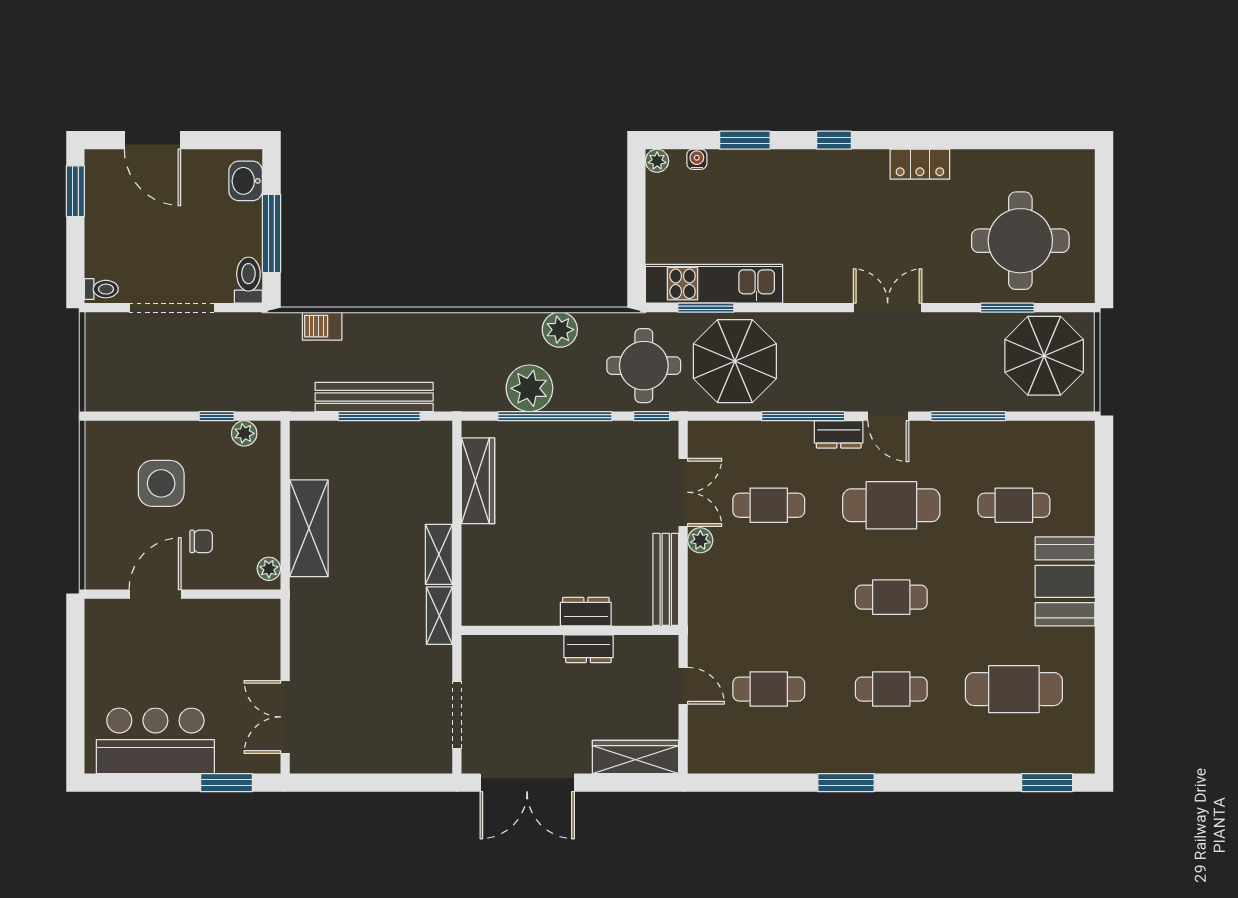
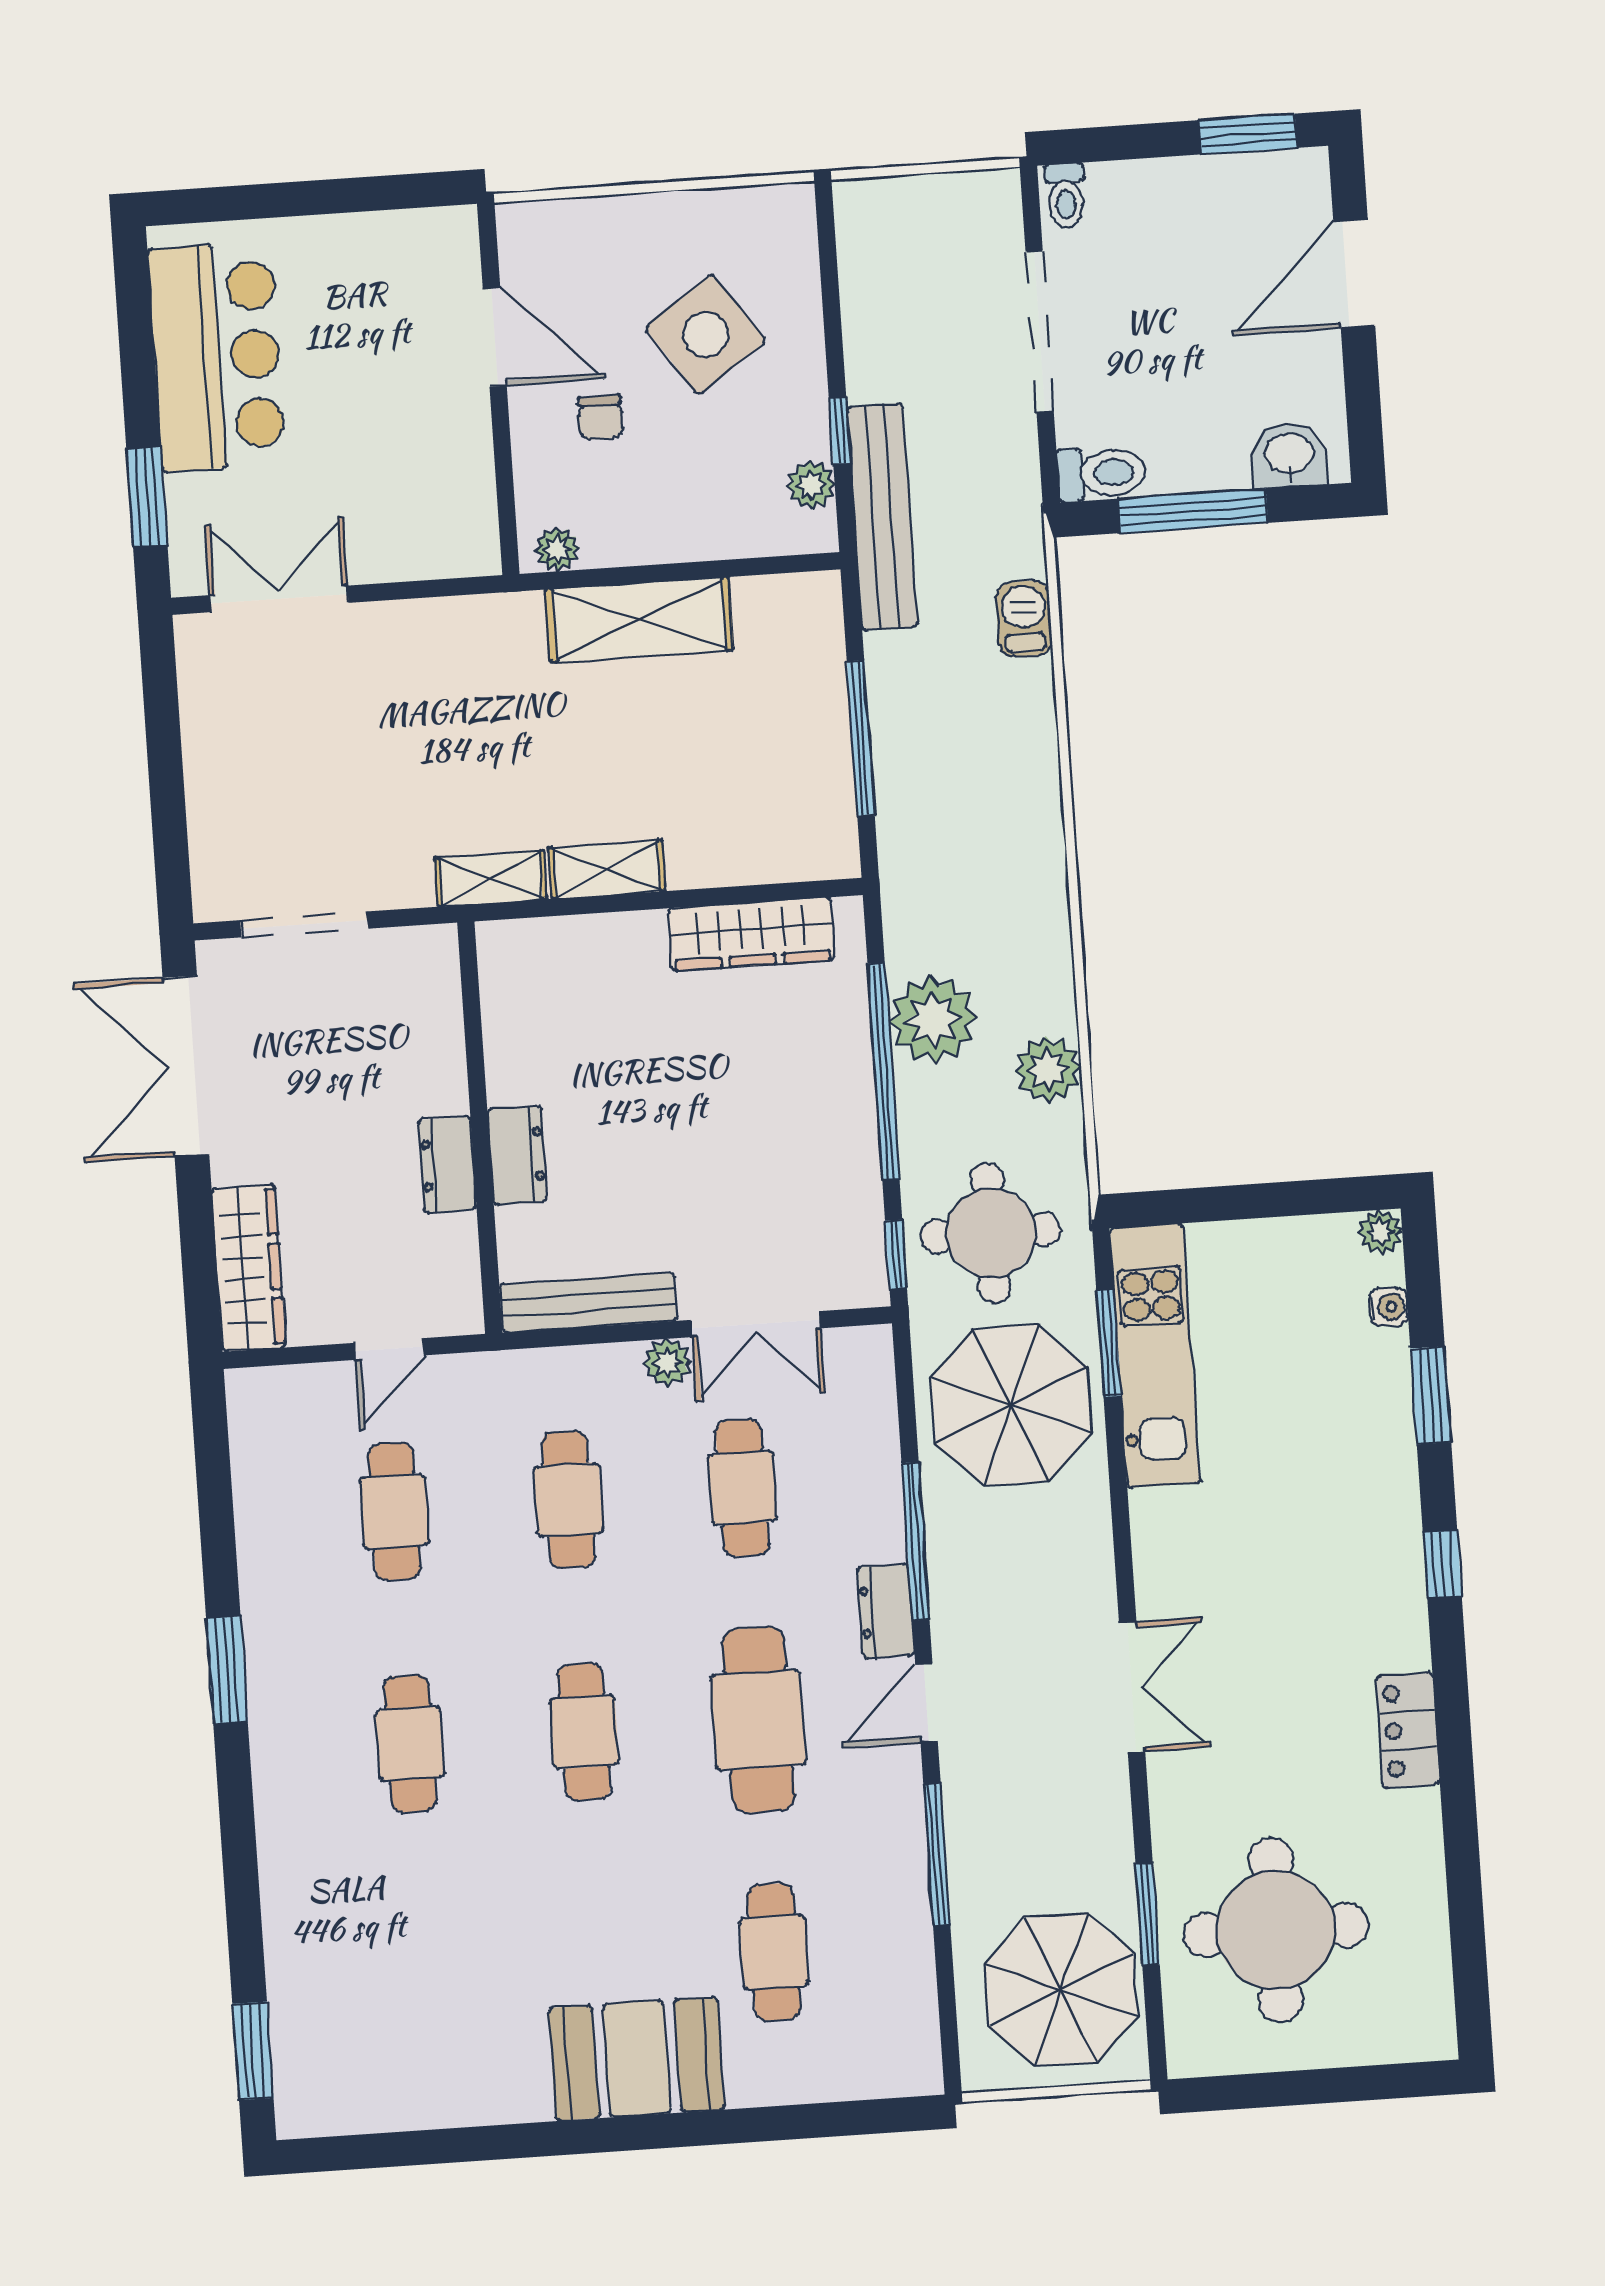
bench: (374, 397) -> (882, 517), moved
side table: (161, 483) -> (705, 334), turned -35
cafe table: (1014, 689) -> (568, 1500), moved, width x0.73, depth x0.74

